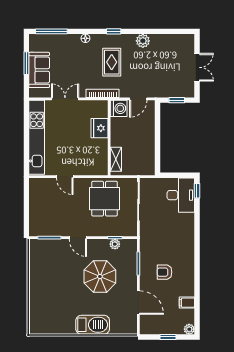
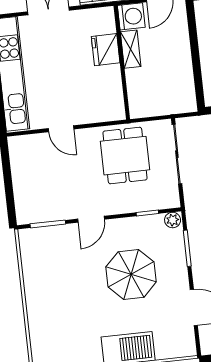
shelving: (116, 159) -> (131, 49), moved
door: (78, 238) -> (91, 219), hinge flipped
plant: (115, 244) -> (173, 220), moved

